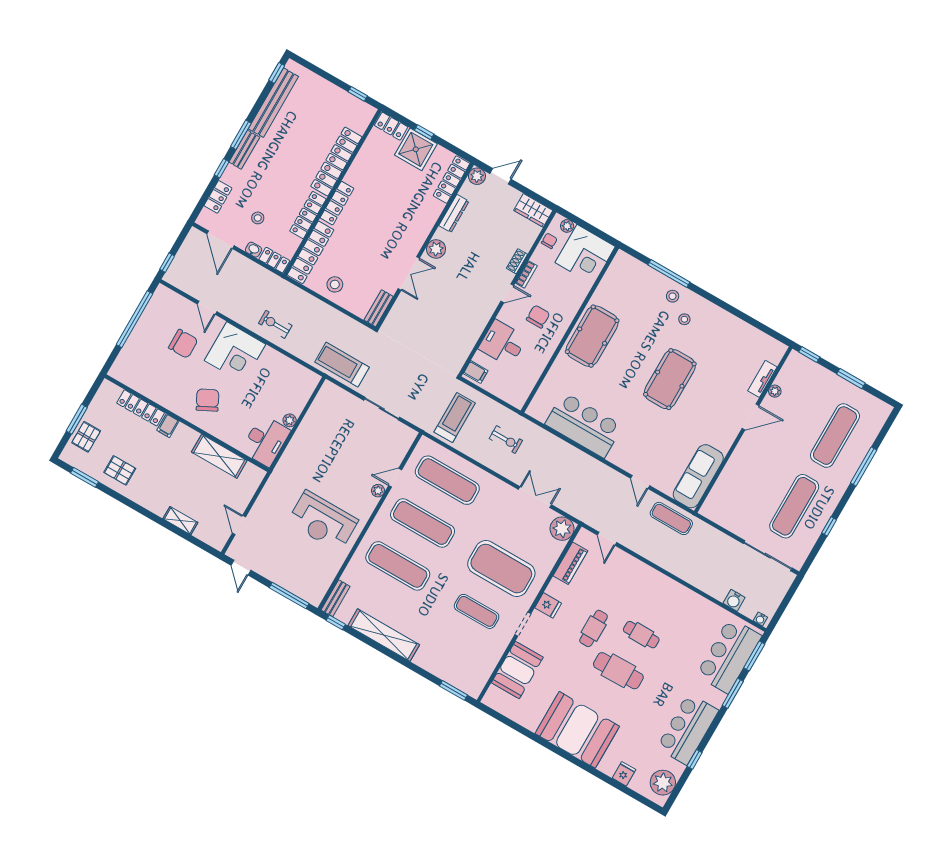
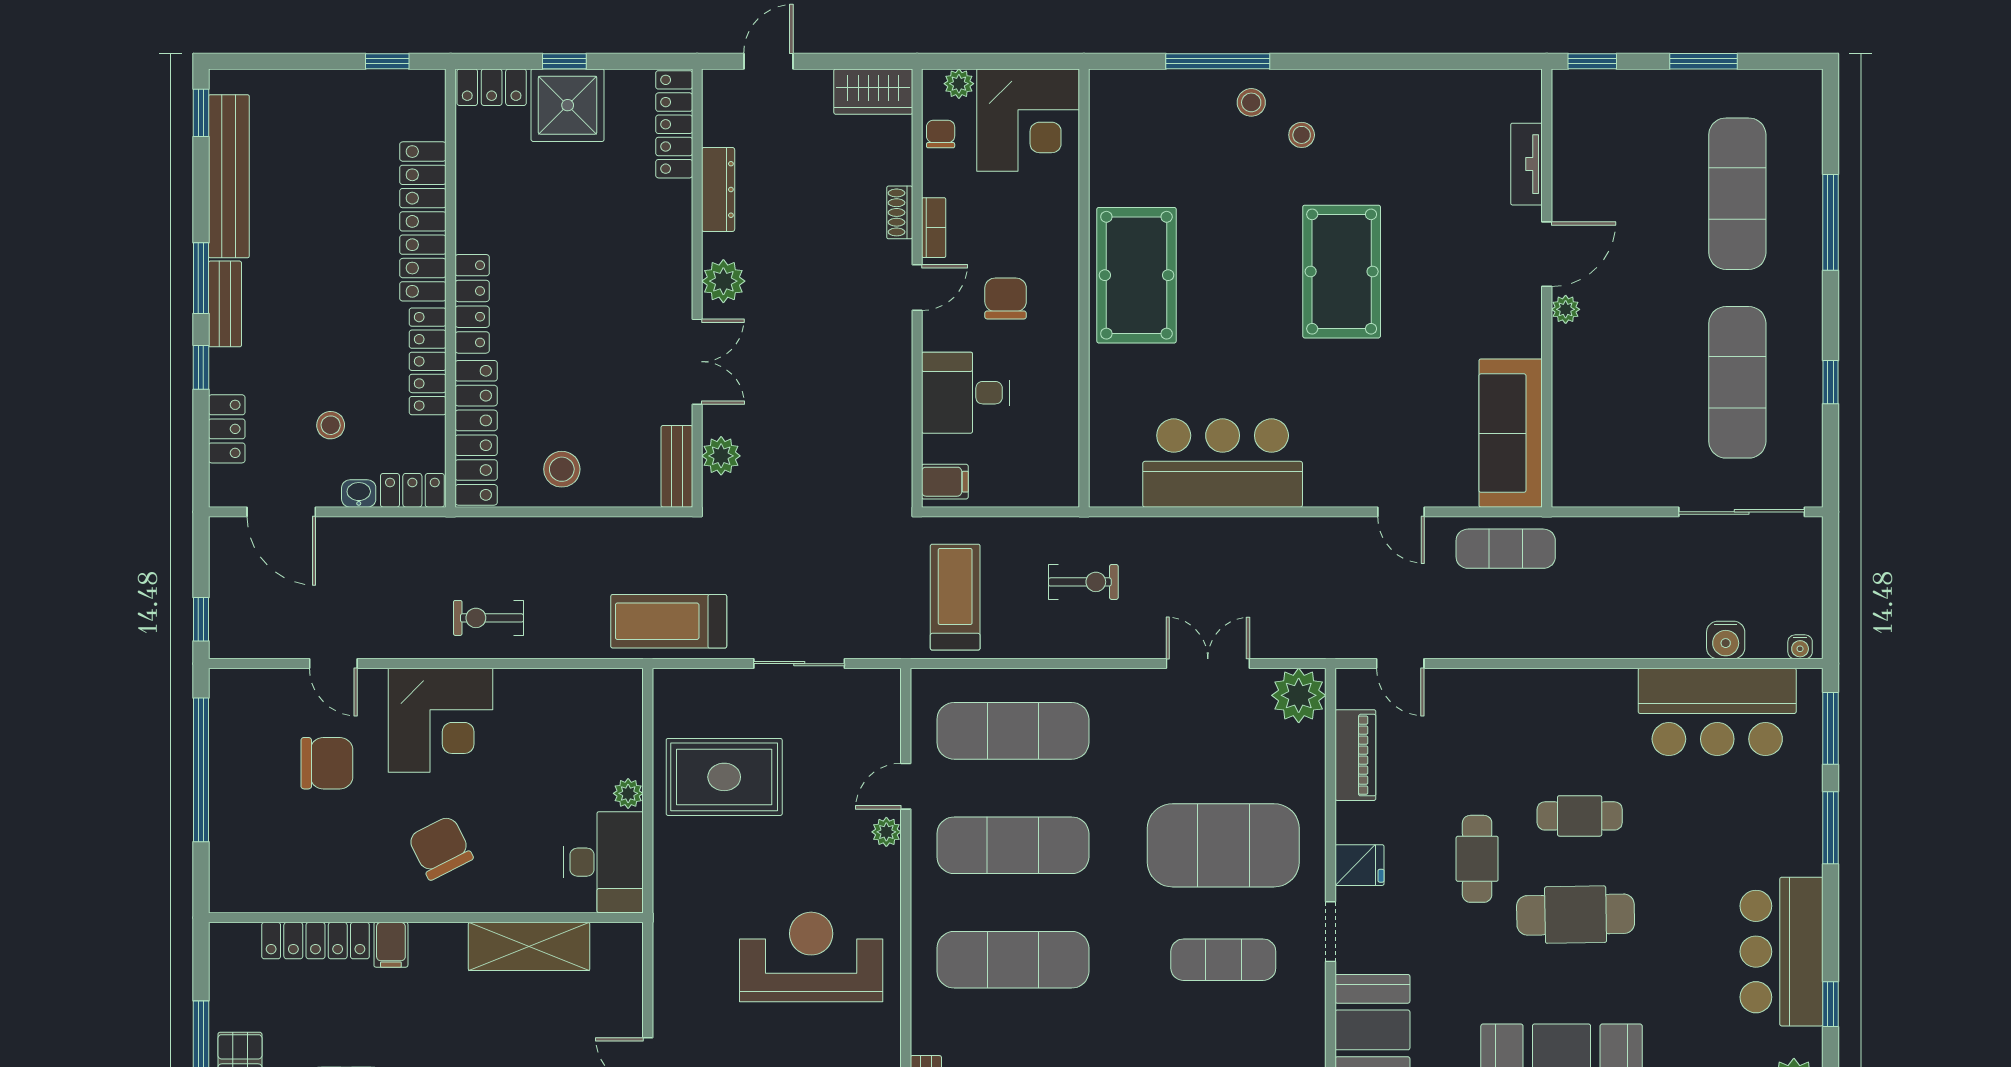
plant: (477, 176) -> (721, 456), moved
plant: (775, 391) -> (1566, 309), moved
rug: (329, 435) -> (724, 777), added
reception desk: (323, 521) -> (811, 957), turned 180
bar counter: (729, 656) -> (1717, 712), moved, turned -90

